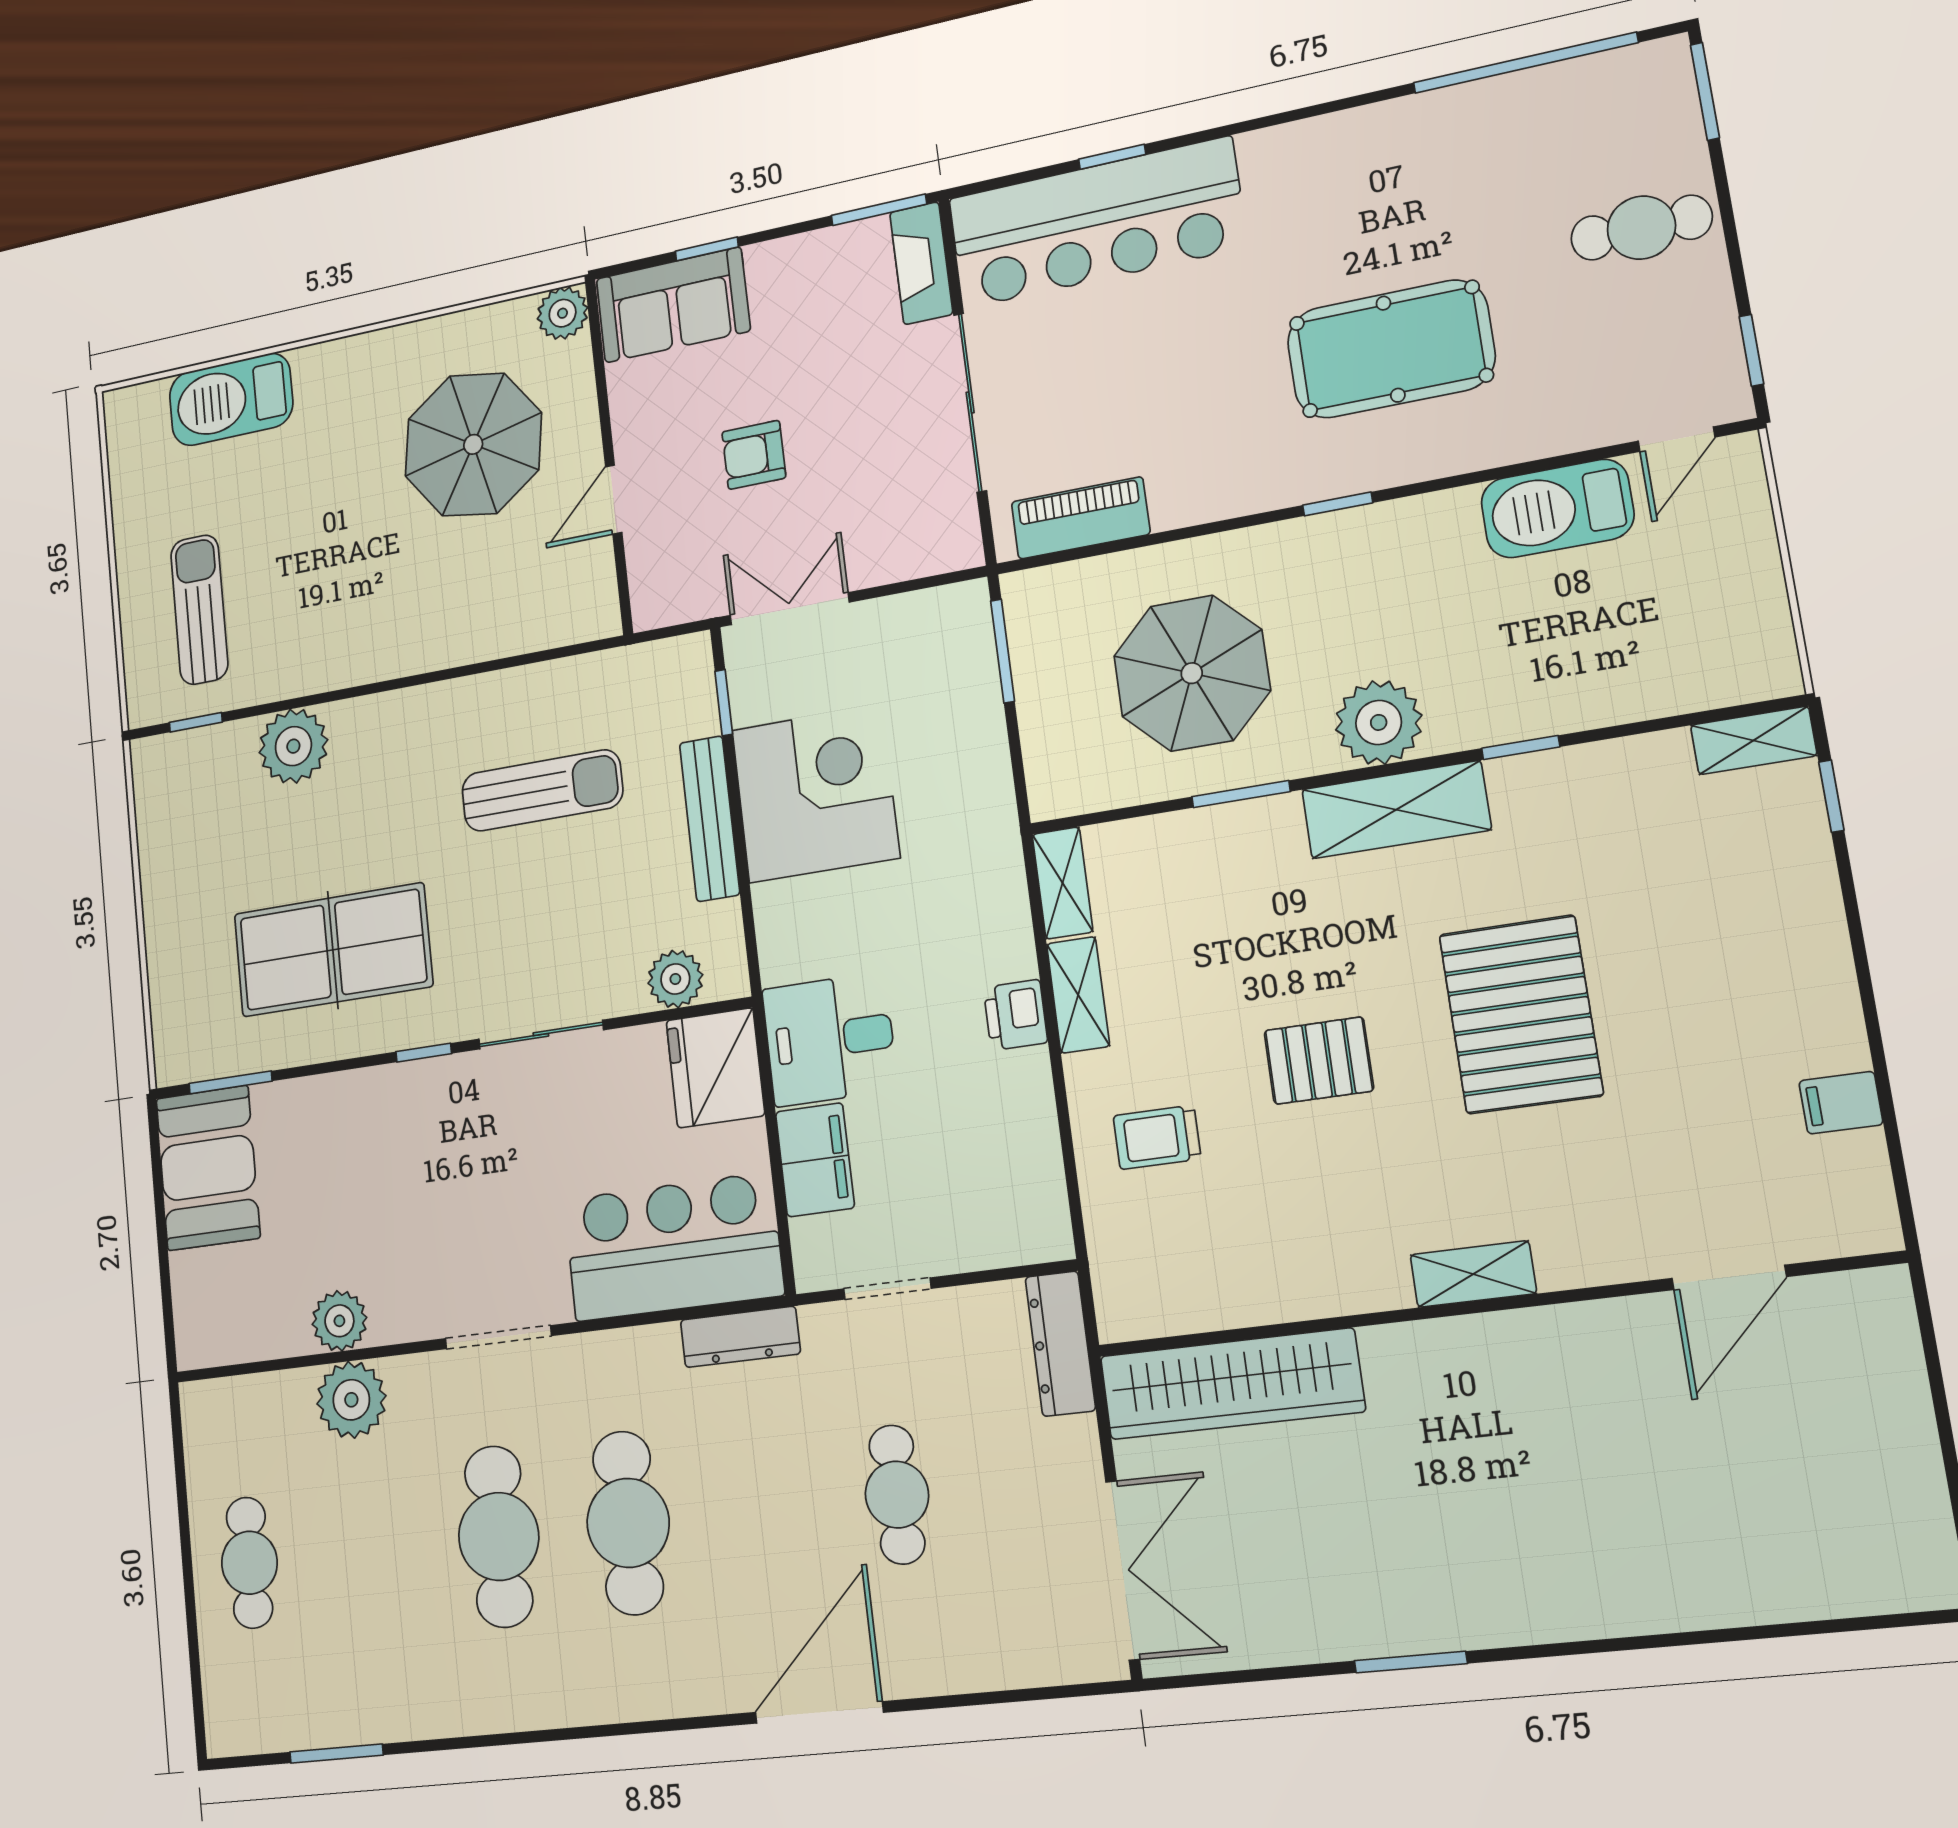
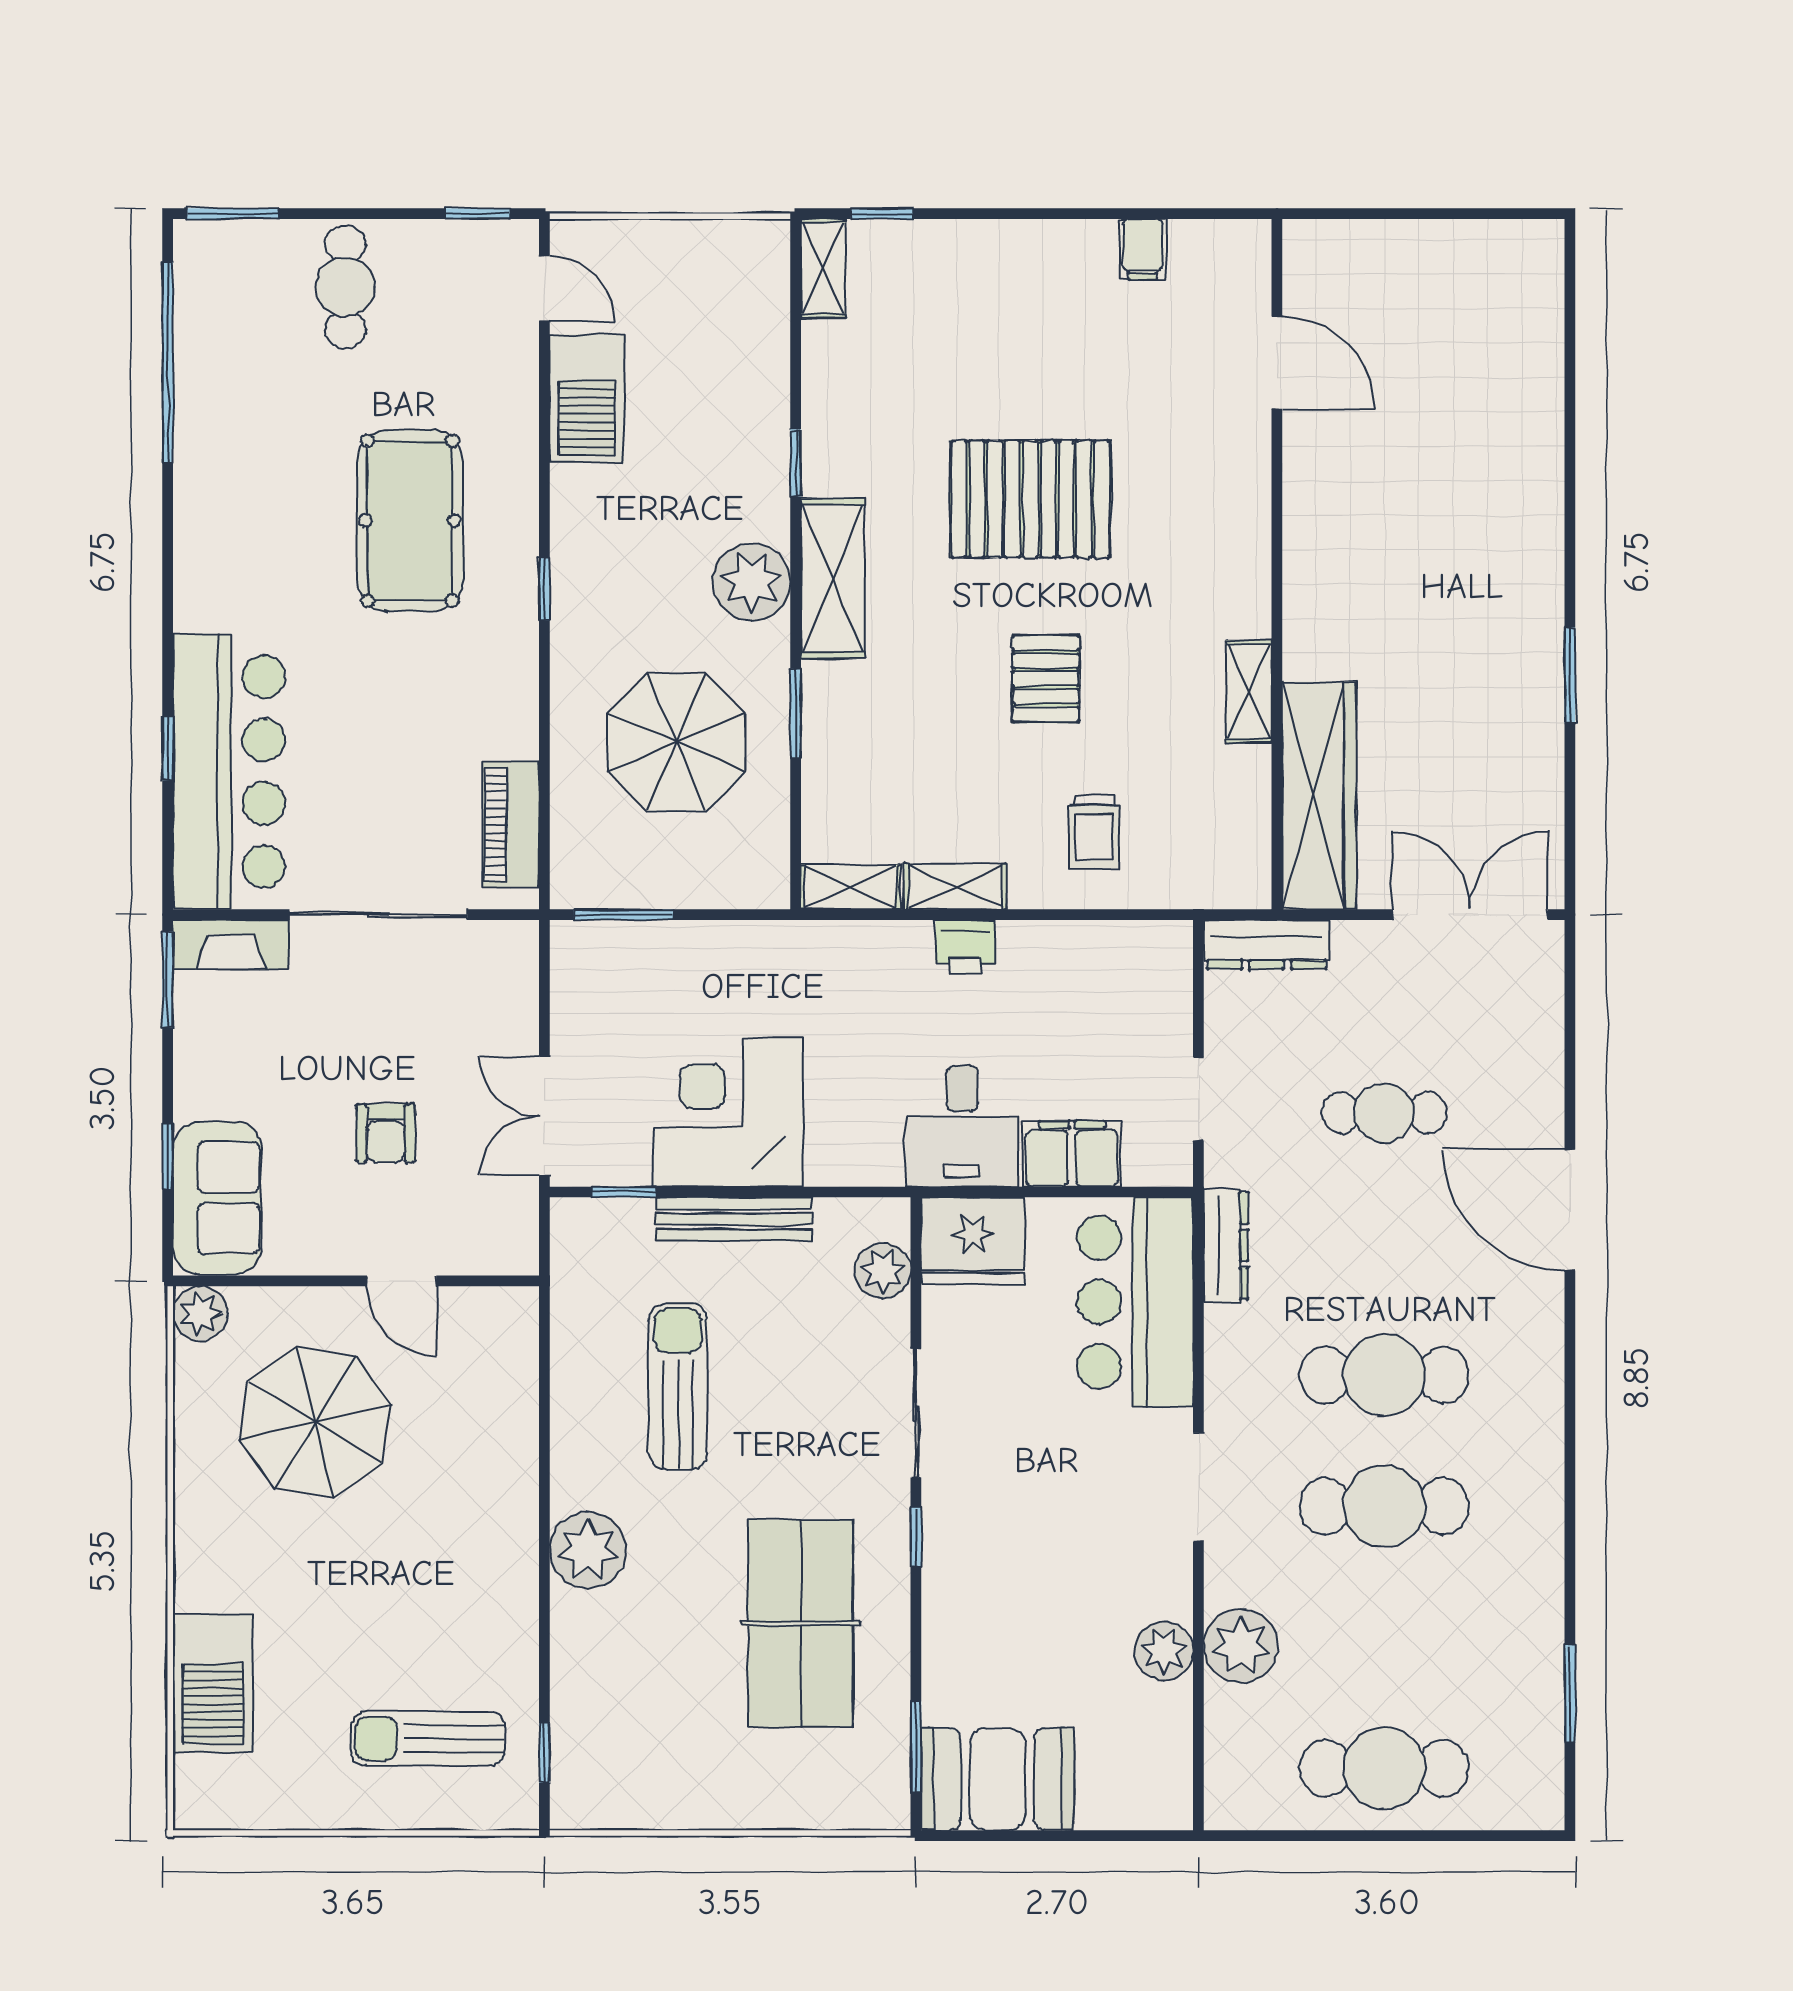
plant: (293, 746) -> (588, 1550), moved
shelving: (1473, 1274) -> (1249, 691), moved
cafe table: (249, 1563) -> (1384, 1768), width x1.37, depth x1.35

